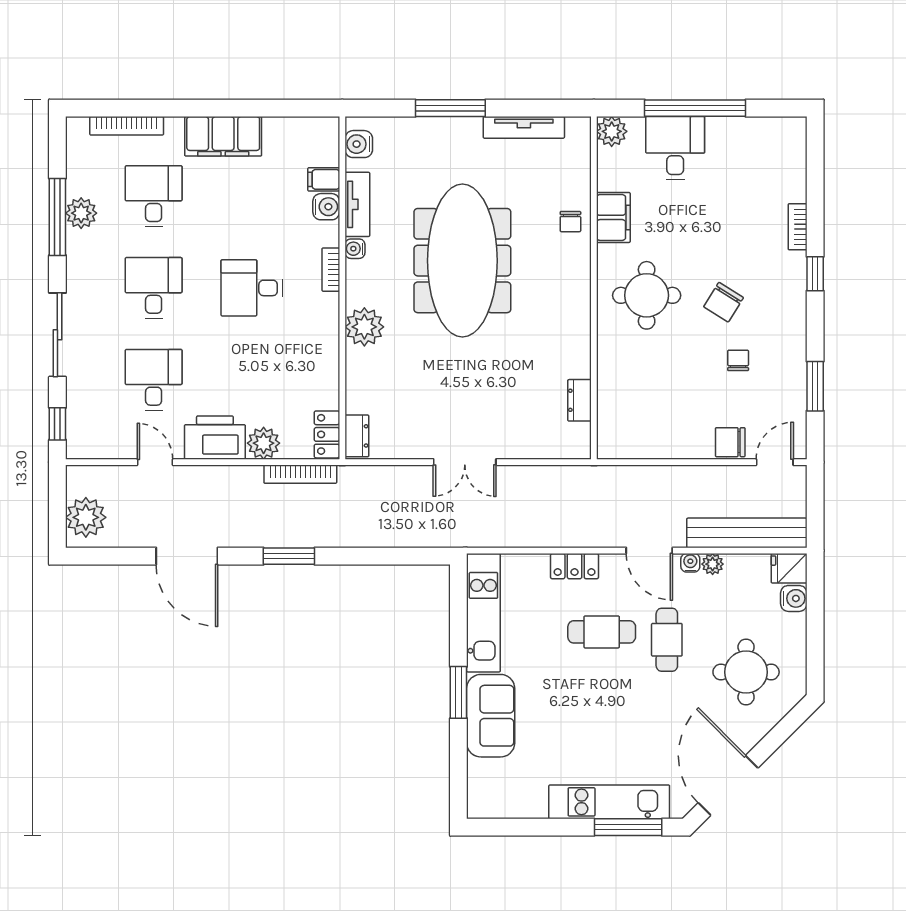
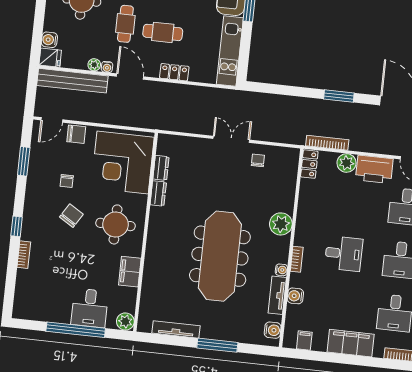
filing cabinet: (324, 179) -> (304, 341), moved, turned -90
chair: (570, 222) -> (258, 160), moved
corner desk: (646, 402) -> (123, 163), added
dresser: (357, 436) -> (158, 193), moved, turned 180

